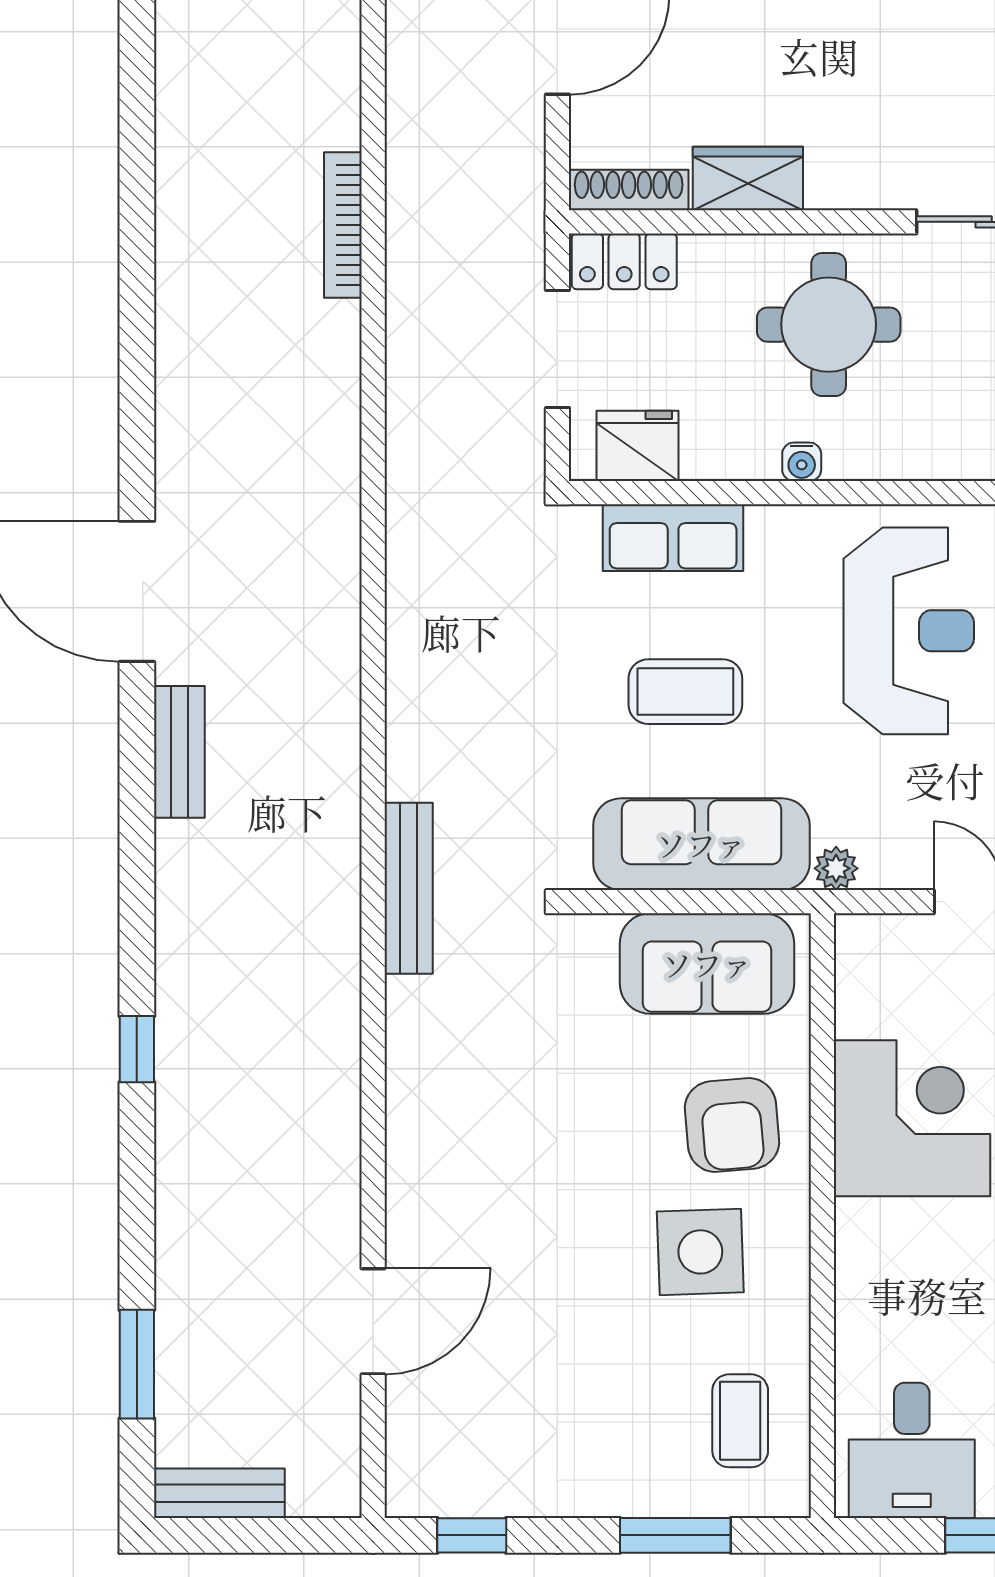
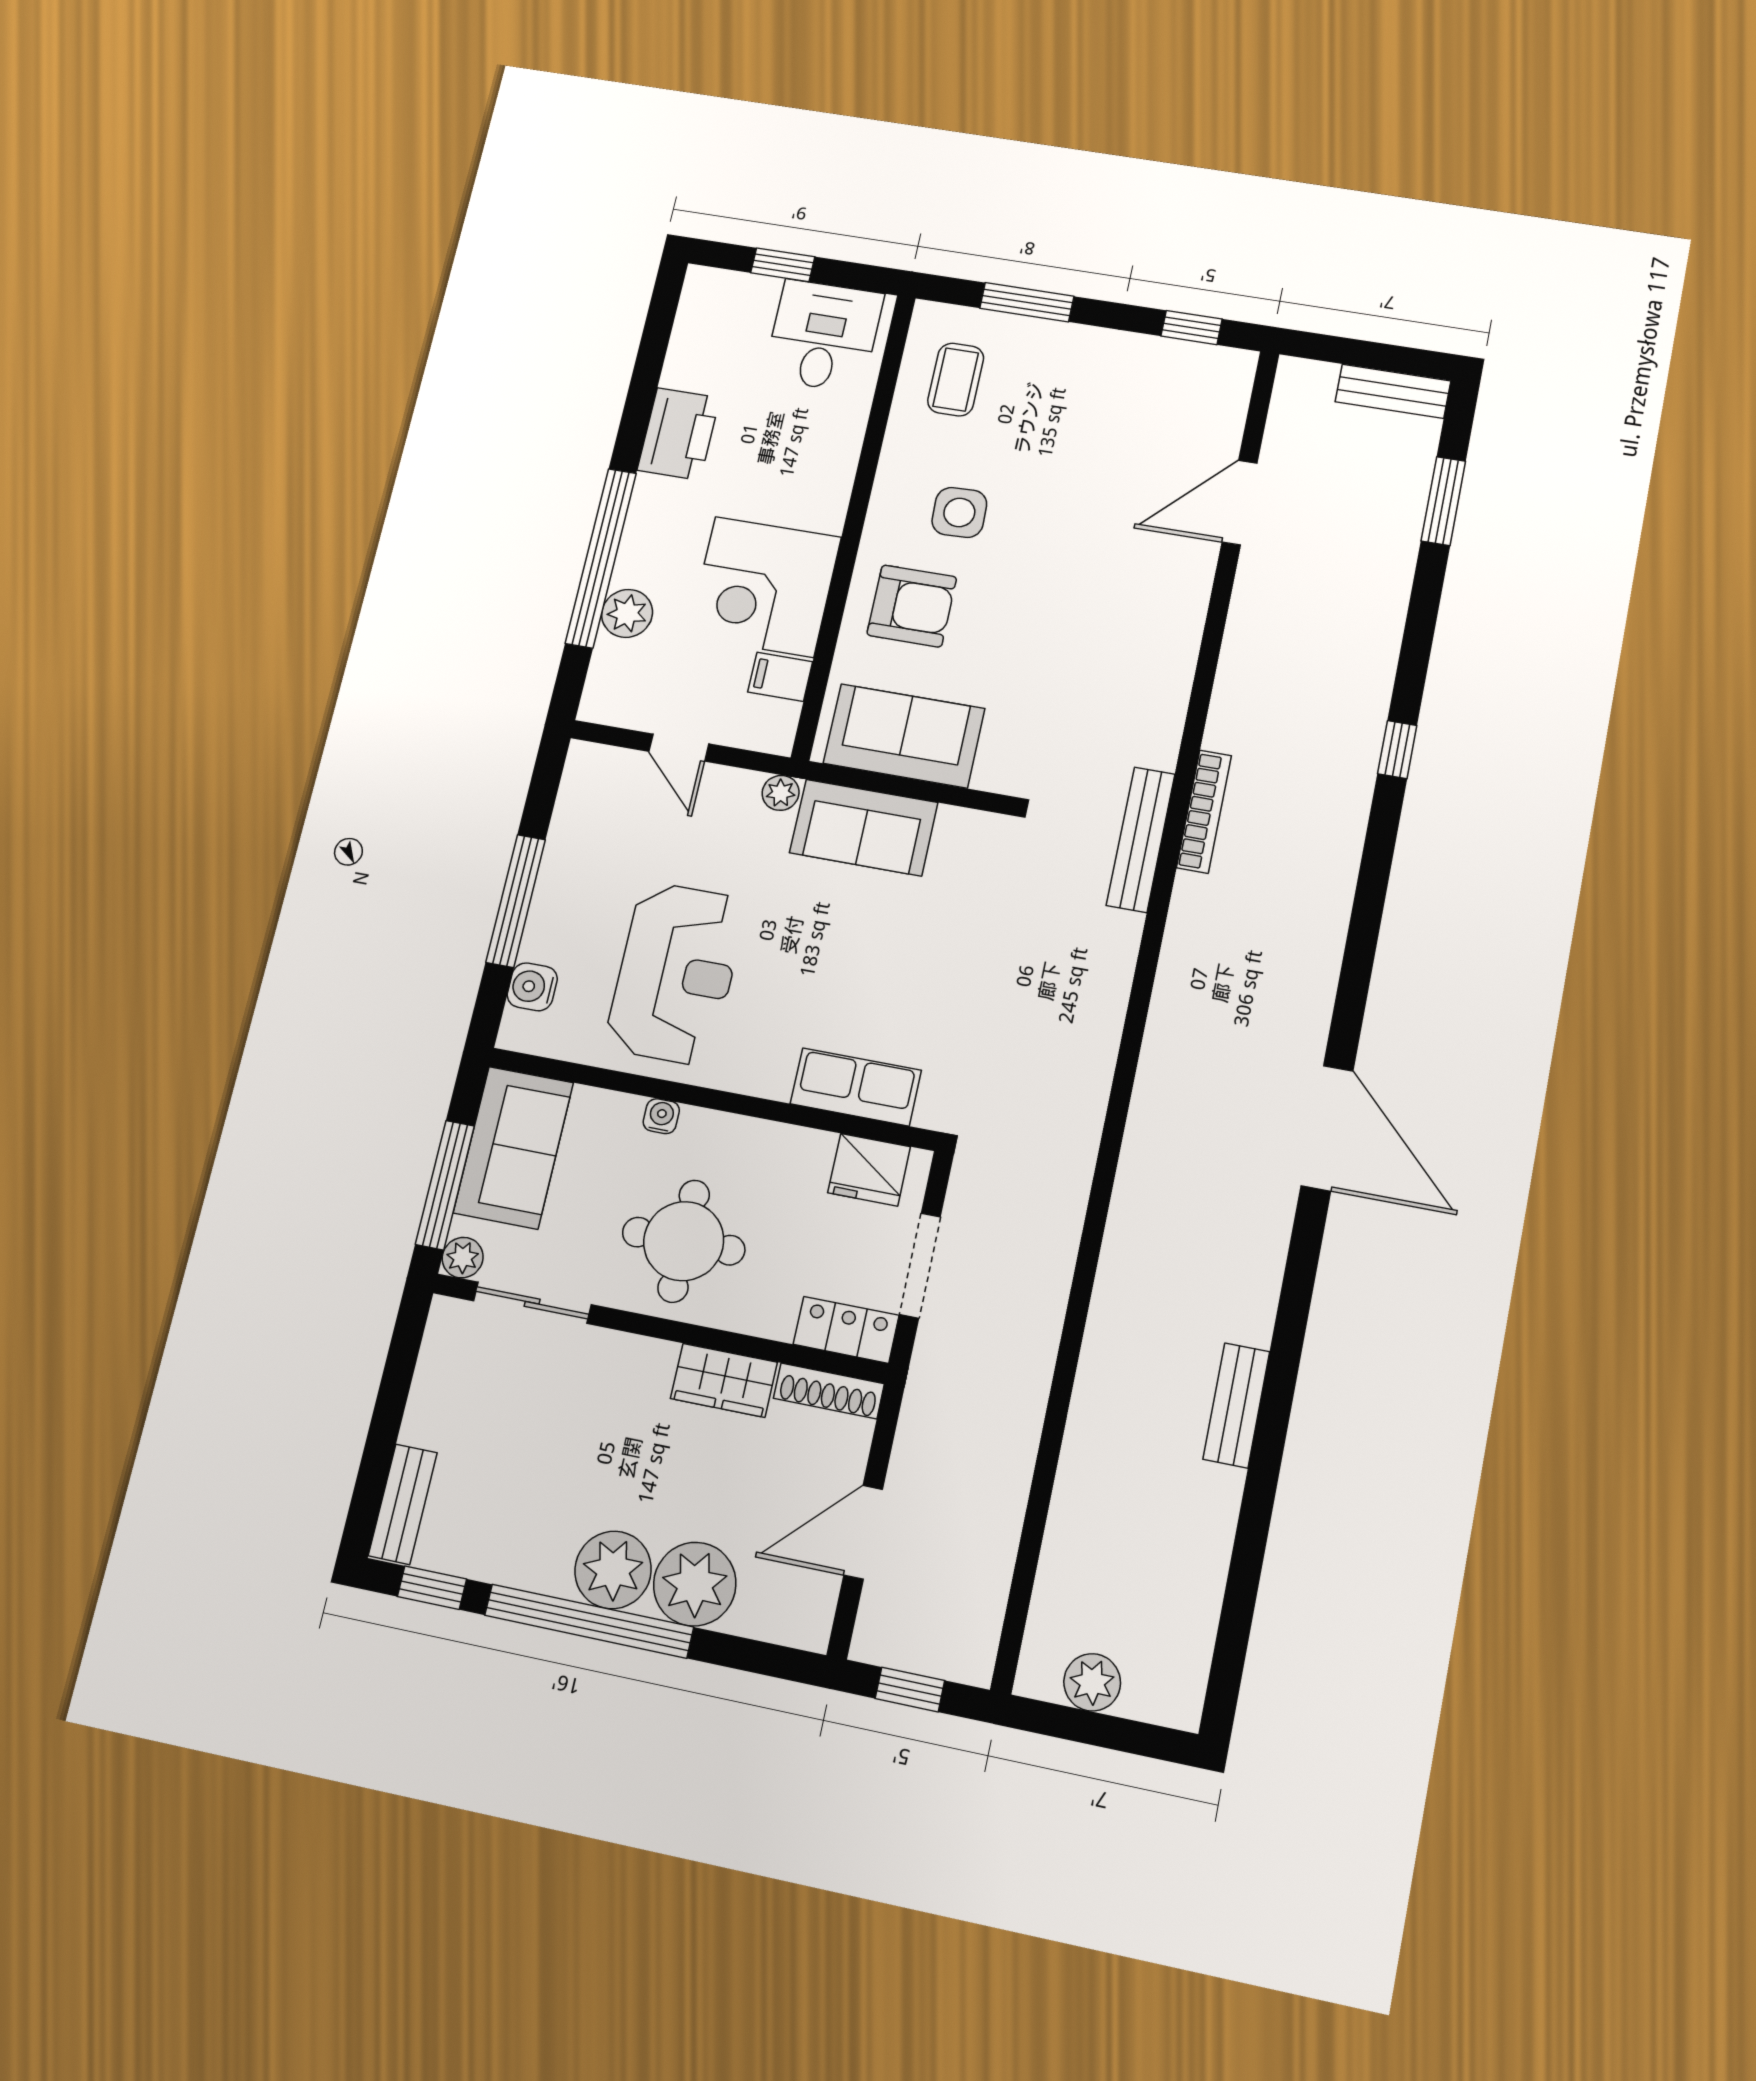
bookcase: (343, 225) -> (1204, 812), moved
water cooler: (802, 462) -> (661, 1116), moved
reception desk: (909, 631) -> (676, 973), turned 180
coffee table: (685, 692) -> (873, 958), removed
bench: (179, 752) -> (1236, 1405), moved
sofa: (701, 844) -> (864, 828), width x0.73
filing cabinet: (868, 1010) -> (780, 677), added
armchair: (732, 1125) -> (912, 606), turned 95
side table: (700, 1252) -> (959, 512), width x0.73, depth x0.73

